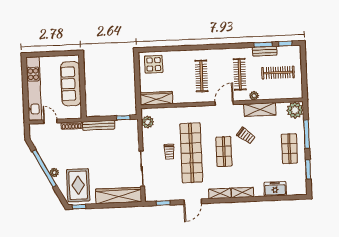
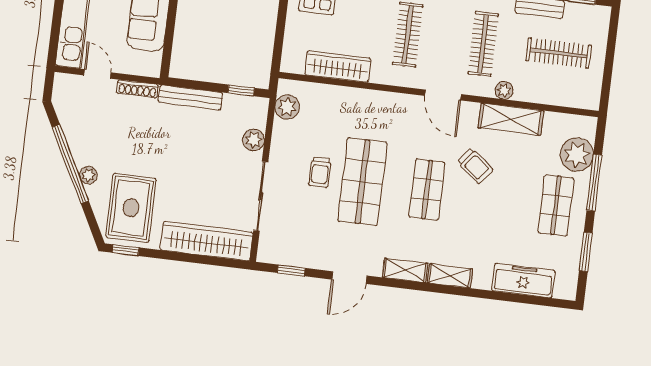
wardrobe: (156, 98) -> (338, 67), moved
door: (224, 103) -> (443, 95), swing flipped
plant: (295, 110) -> (577, 155), moved
plant: (134, 141) -> (254, 140), added
shop shelf: (191, 153) -> (362, 182), width x0.71
freezer: (275, 189) -> (523, 281), width x1.40

